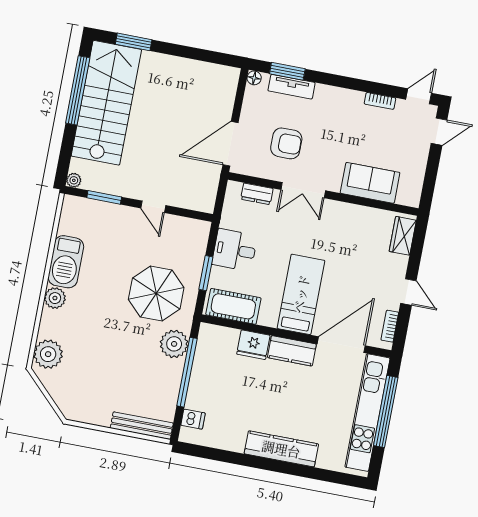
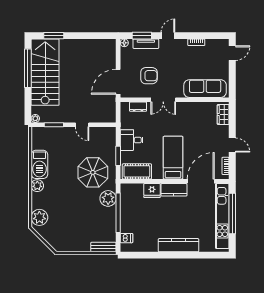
door: (419, 96) -> (168, 36), moved
sofa: (370, 183) -> (205, 89), width x1.36
bench: (142, 426) -> (103, 247), width x0.73

